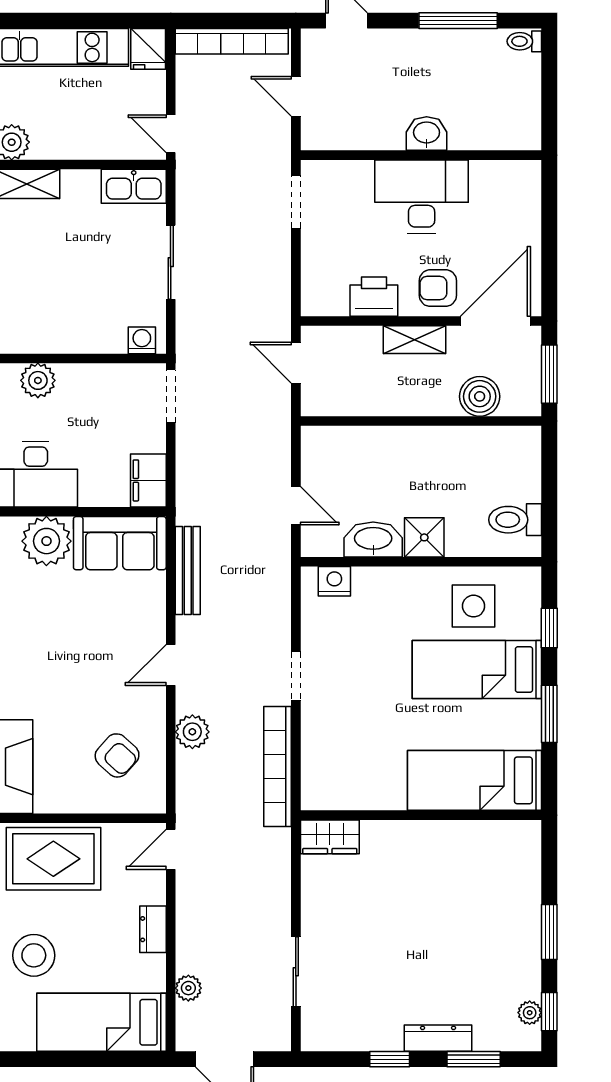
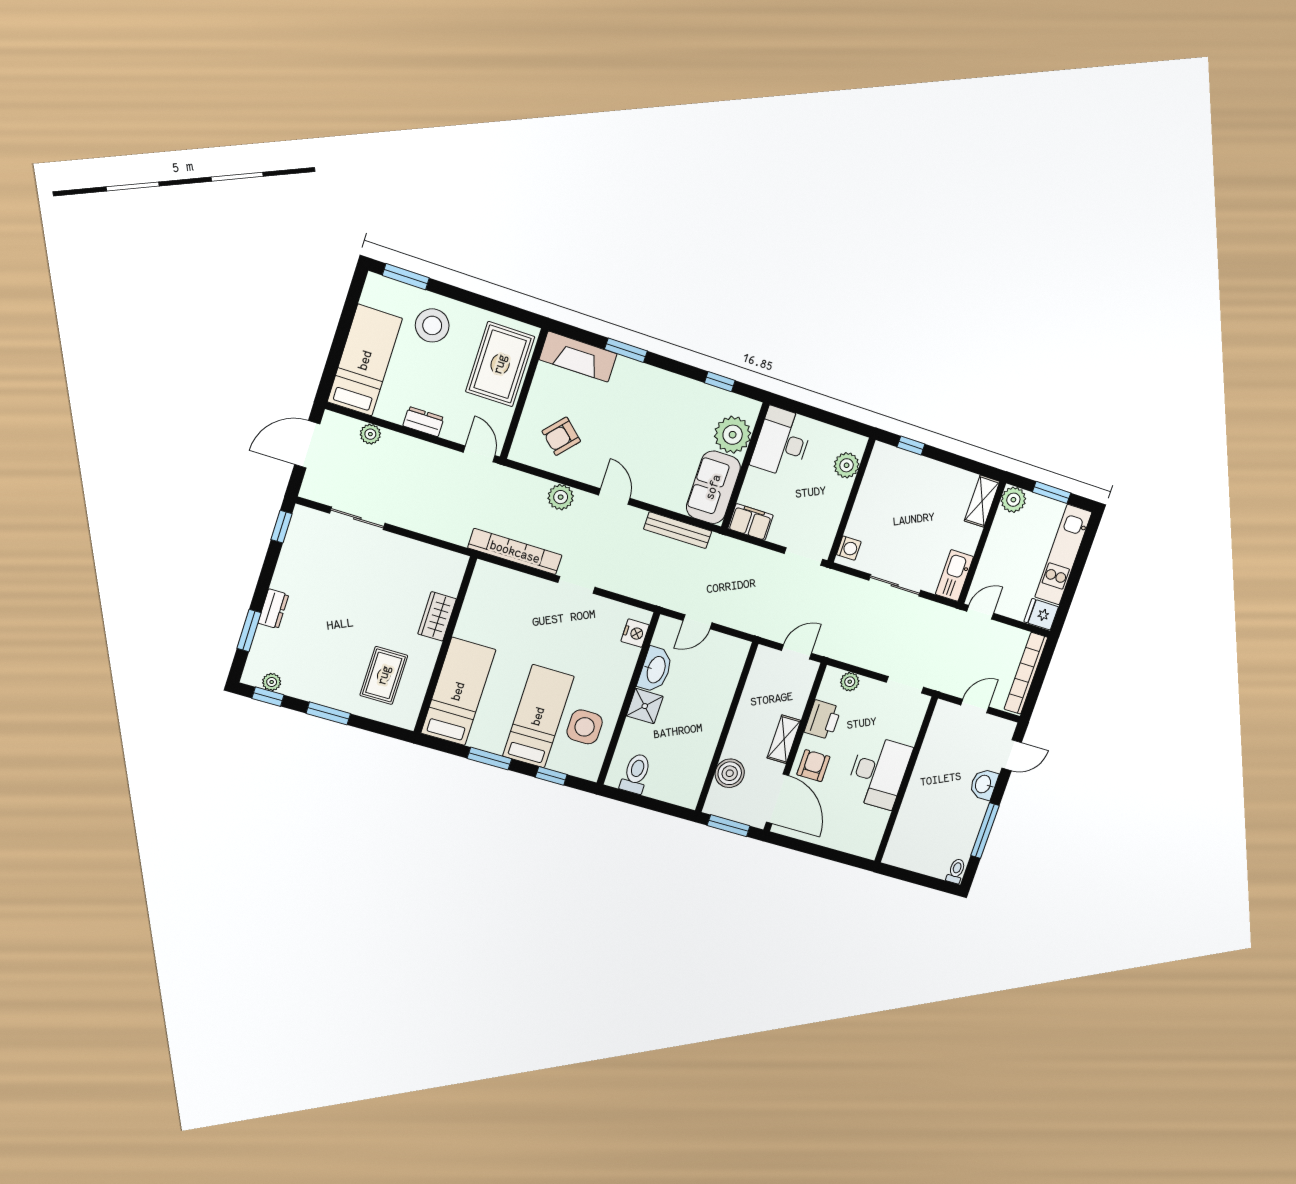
washbasin: (427, 134) -> (984, 784), moved, turned 180
plant: (314, 278) -> (850, 682), added
wardrobe: (330, 837) -> (437, 616), moved
rug: (481, 879) -> (384, 675), added
dresser: (438, 1038) -> (273, 609), width x0.70
window: (390, 1059) -> (281, 527), moved

